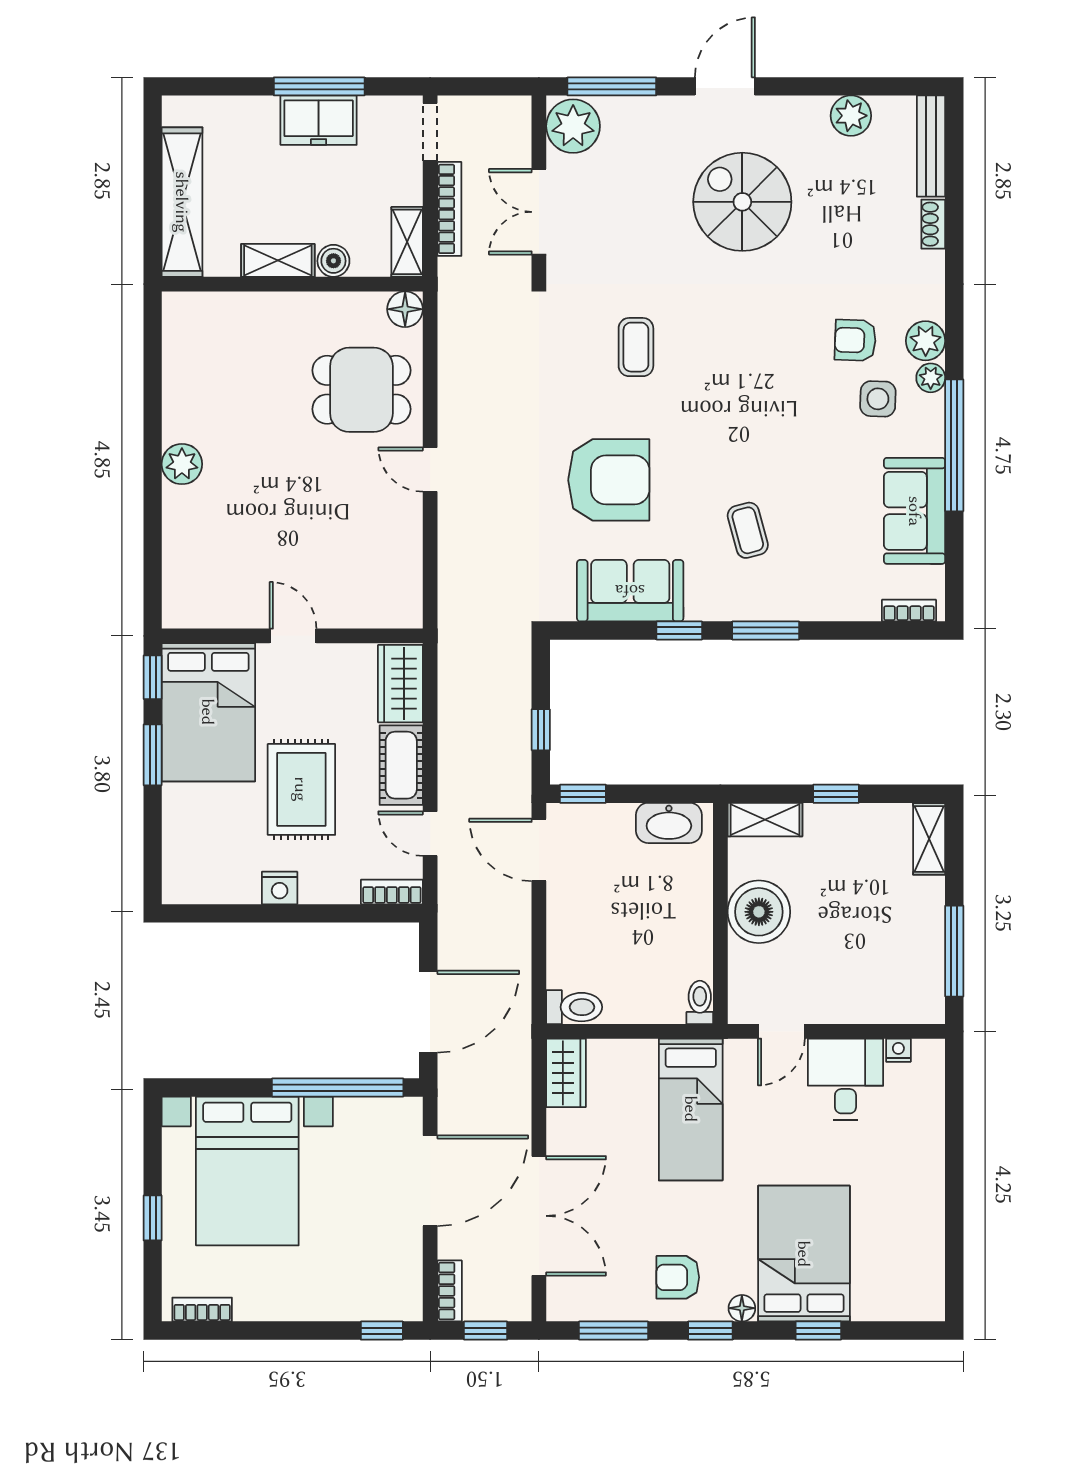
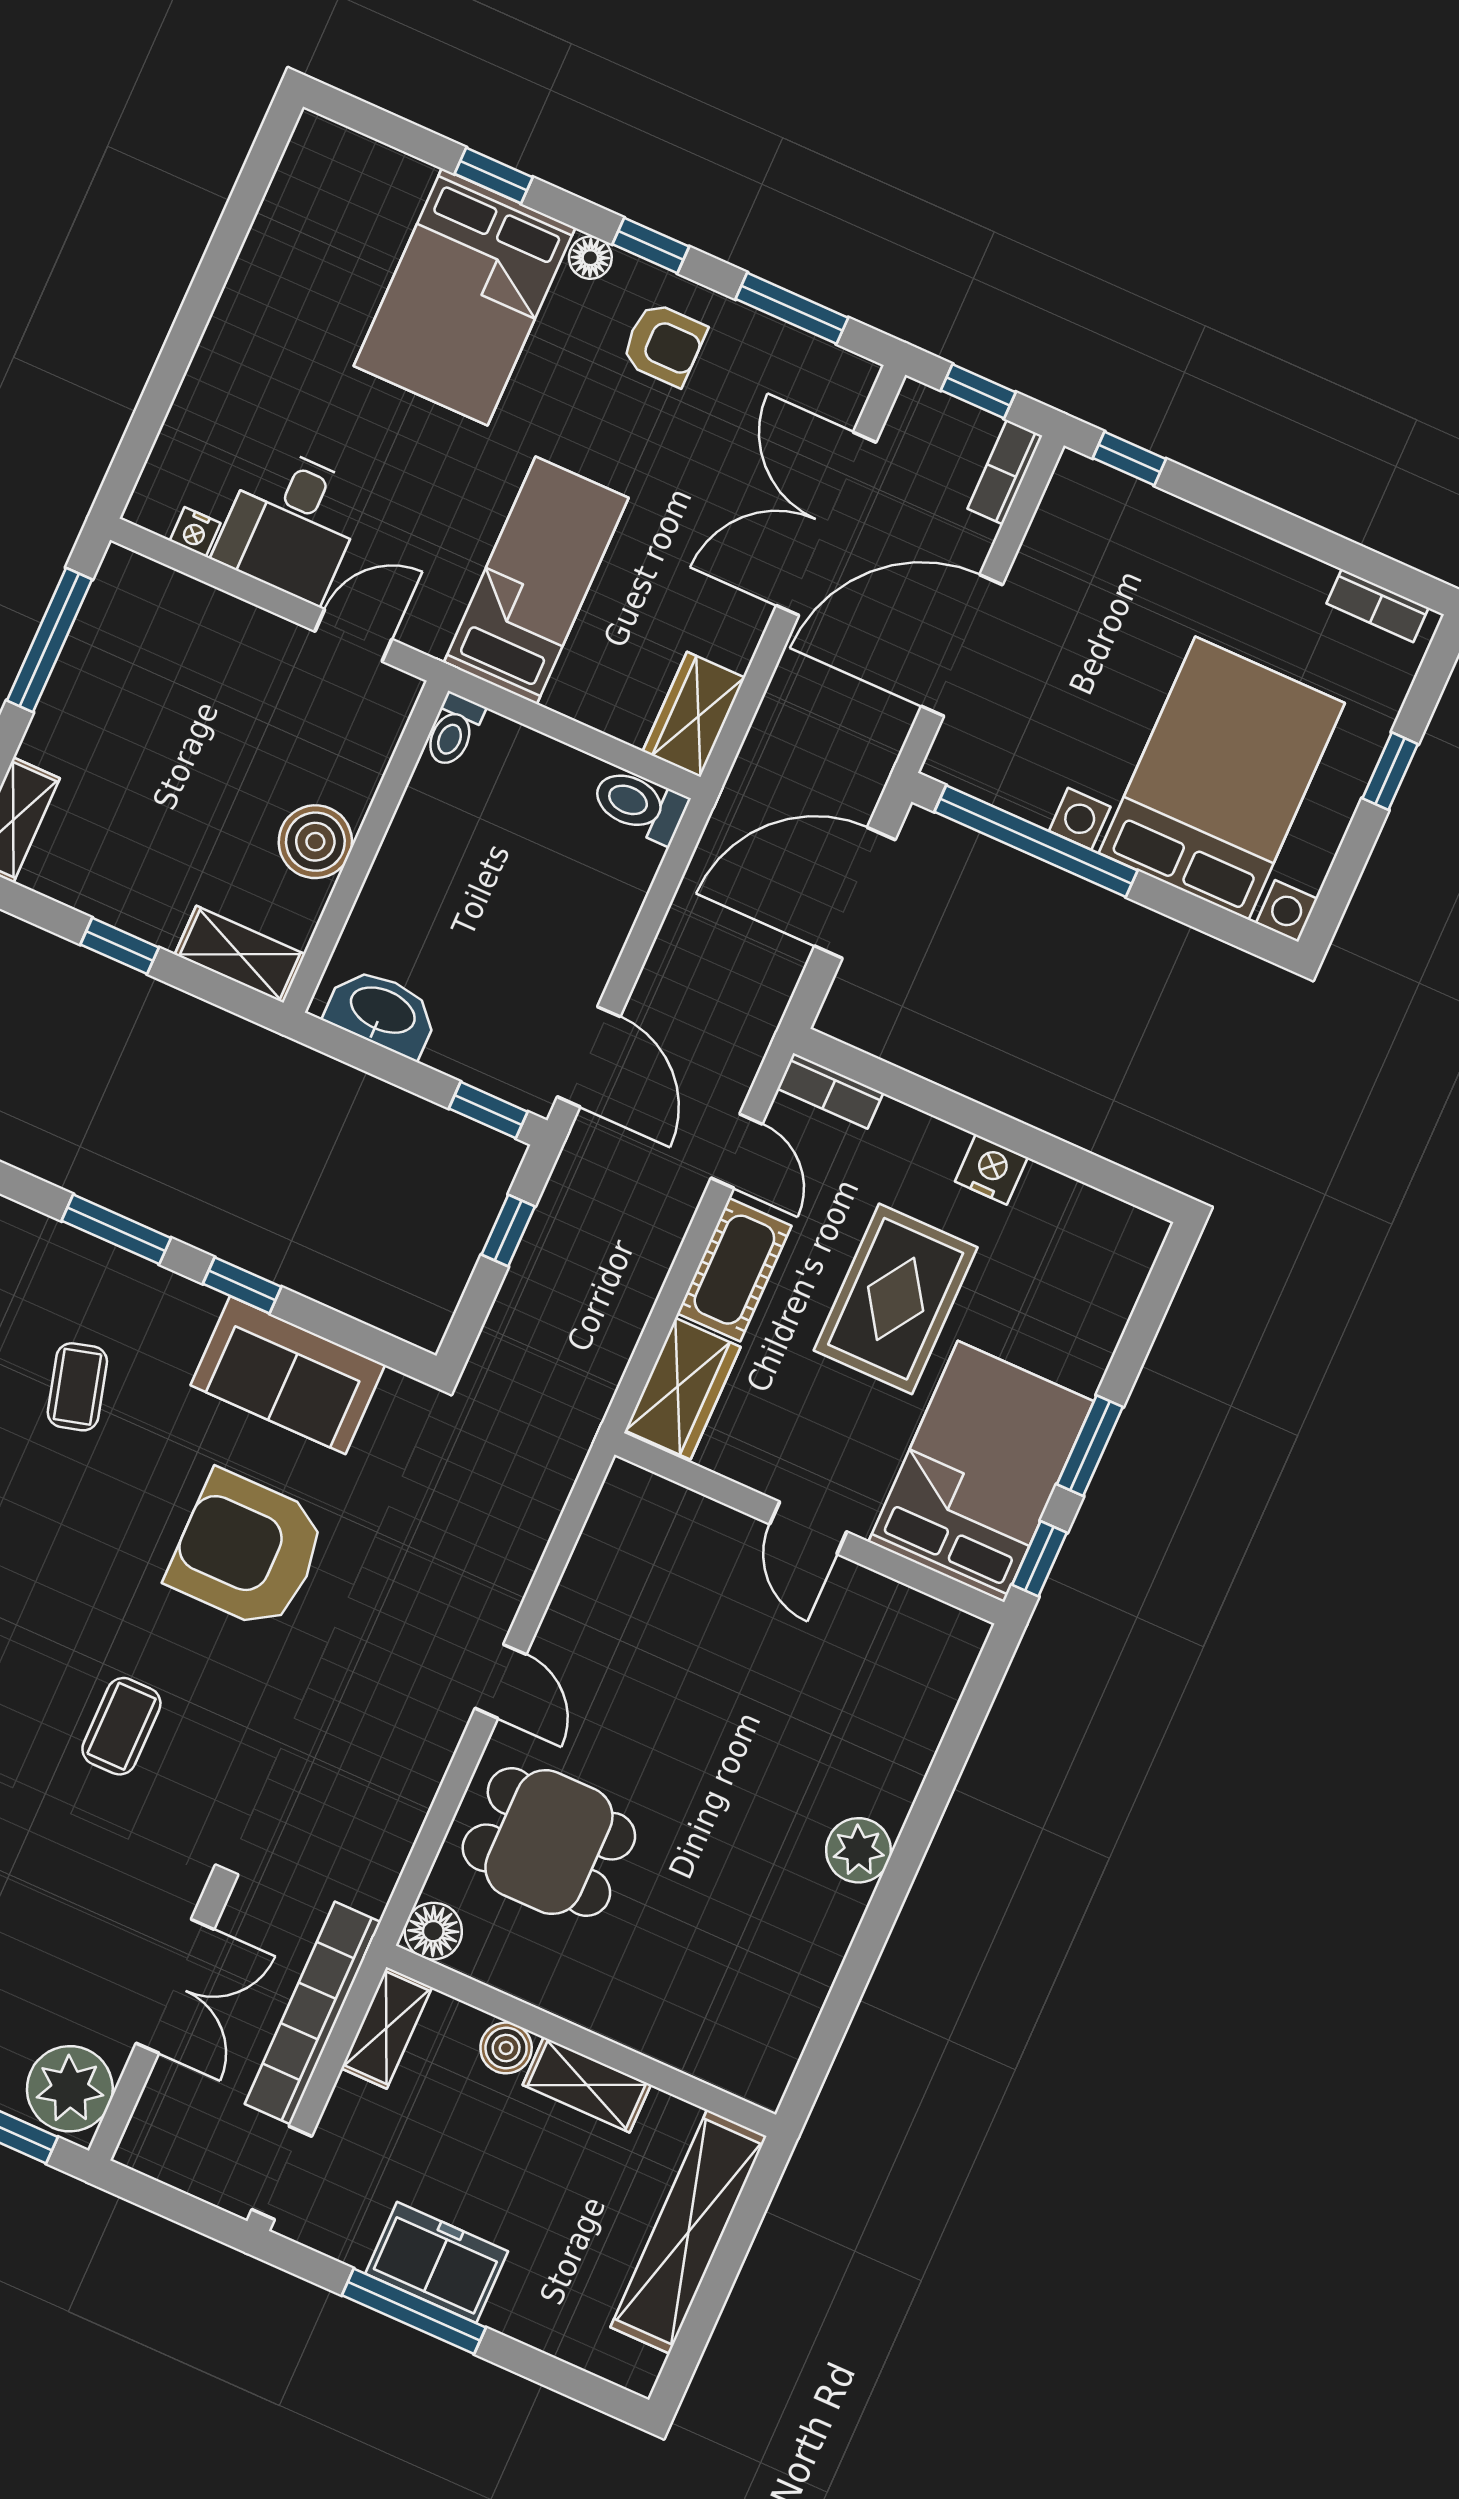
bookcase: (449, 209) -> (313, 2013), width x1.48, depth x1.31
boiler: (759, 912) -> (315, 842), width x0.73, depth x0.73

